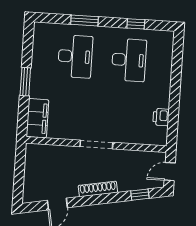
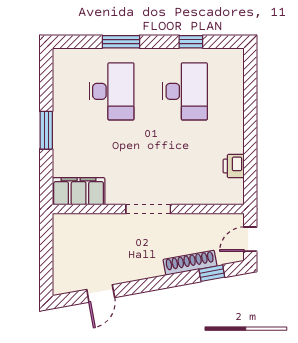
filing cabinet: (37, 118) -> (79, 191), moved, turned -90
shoe rack: (98, 189) -> (190, 263), moved

